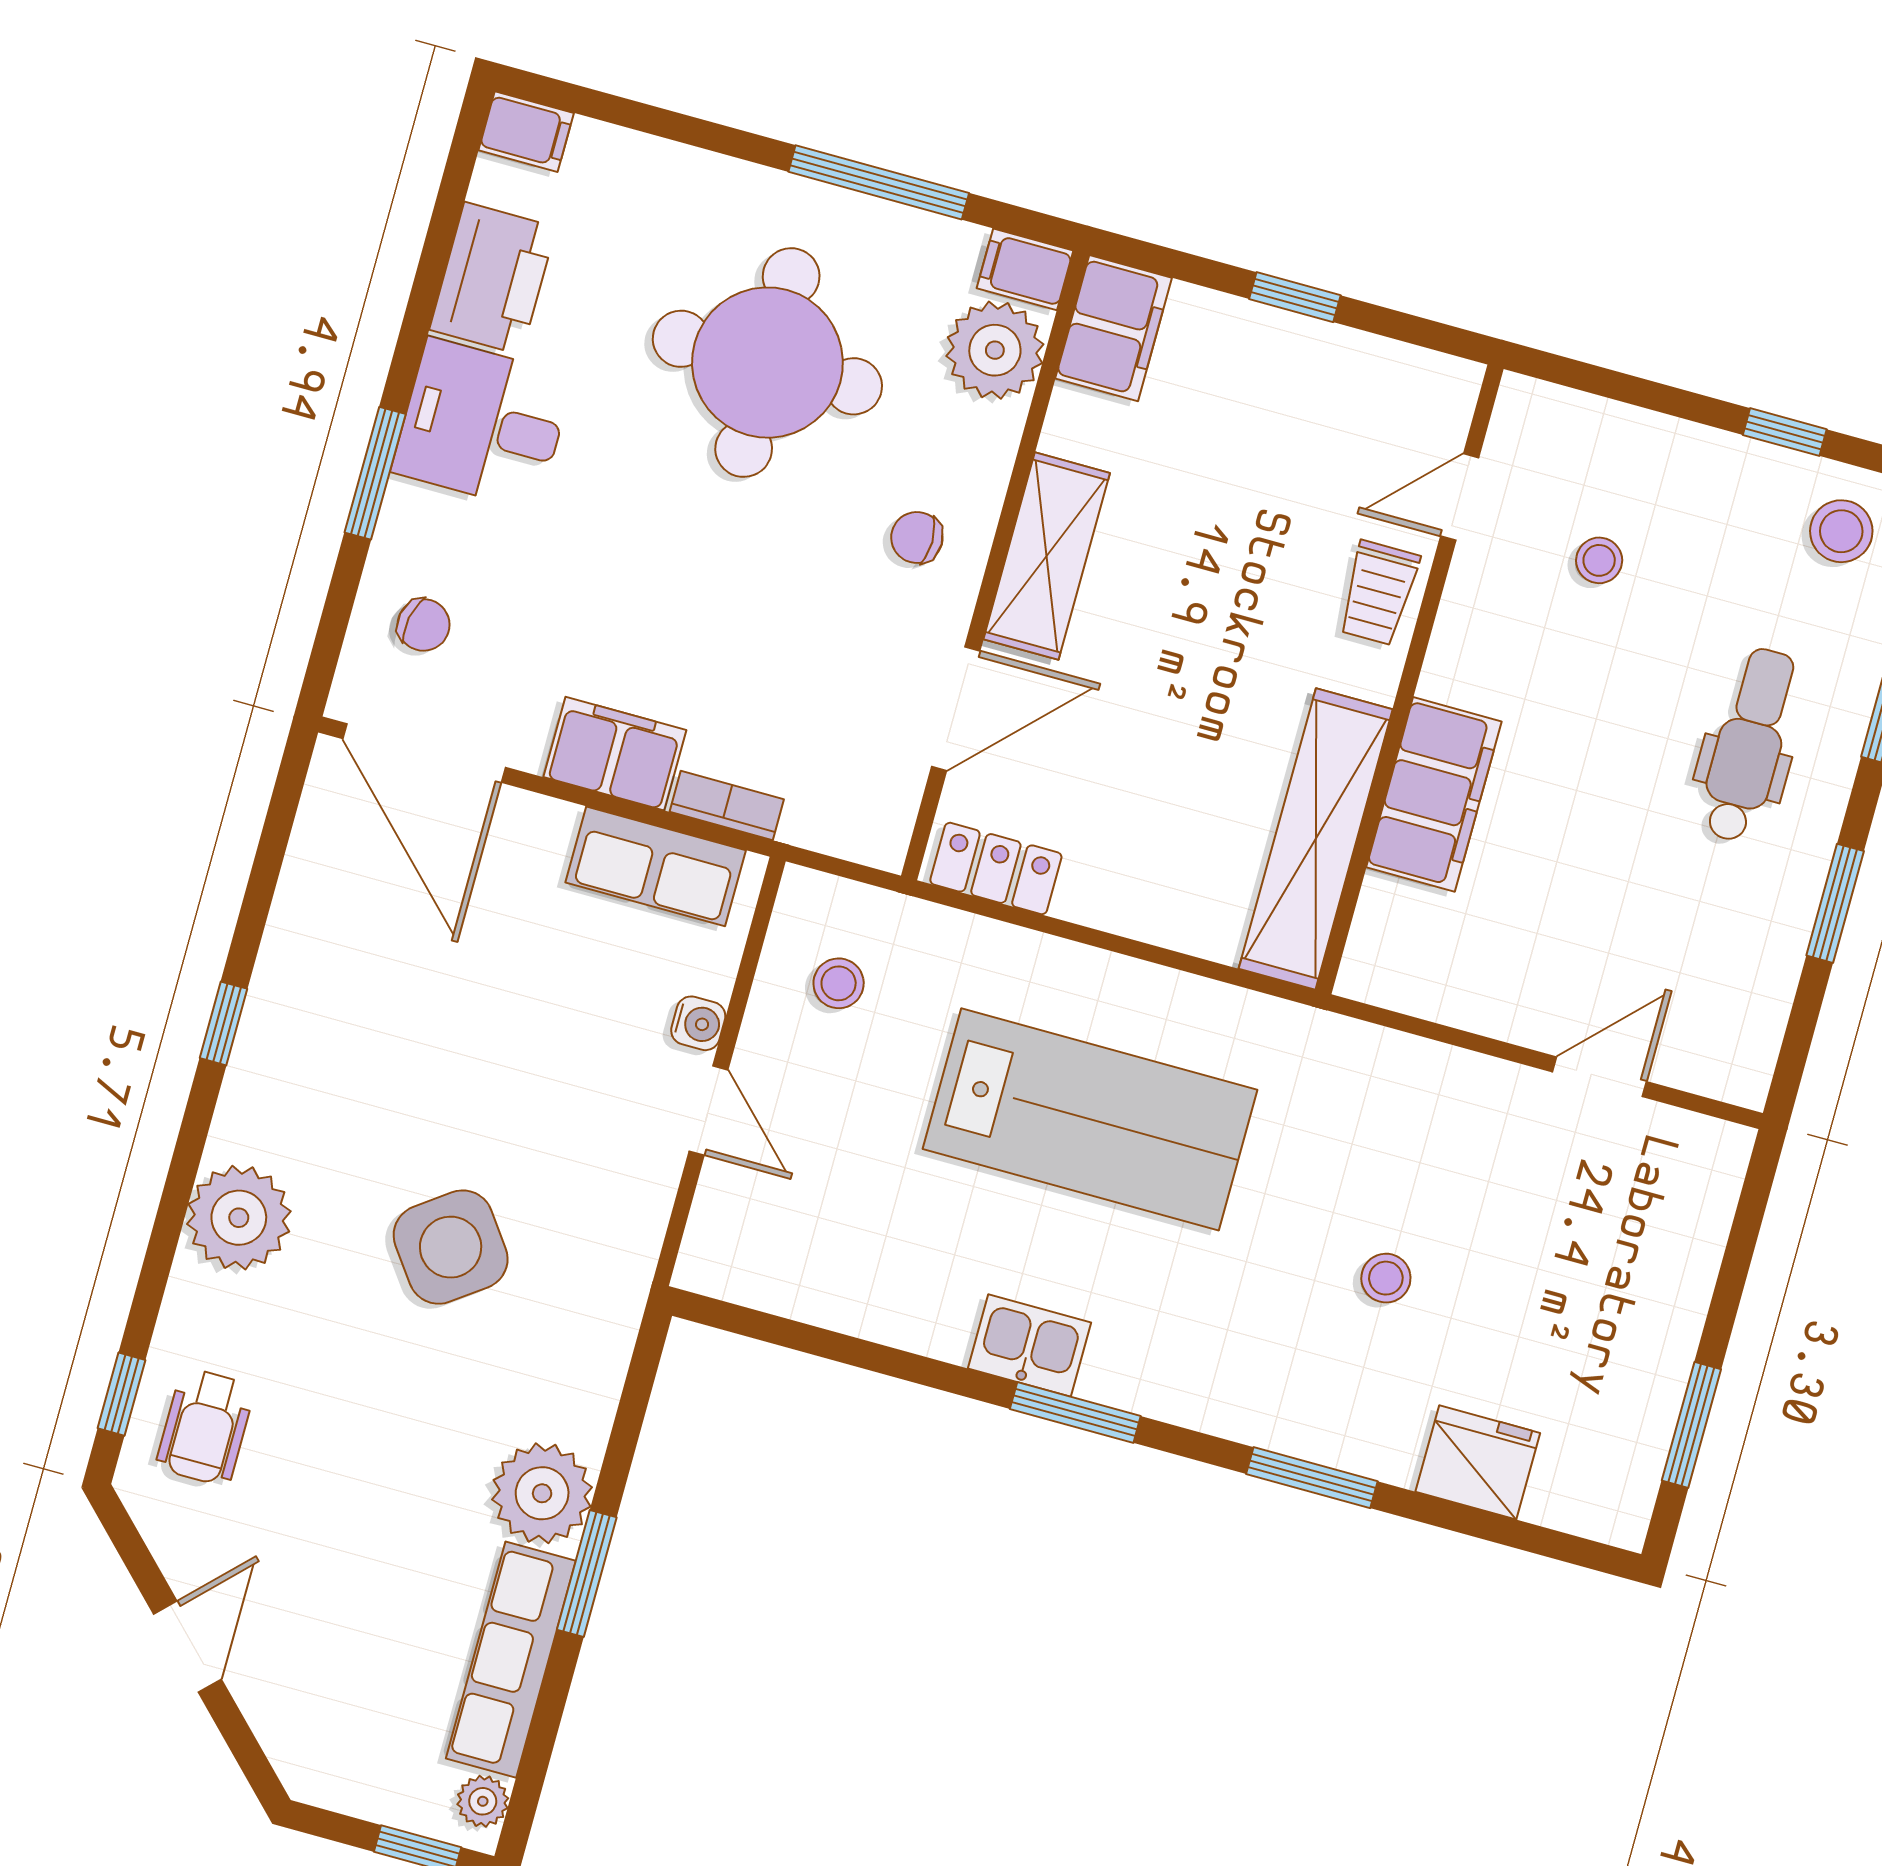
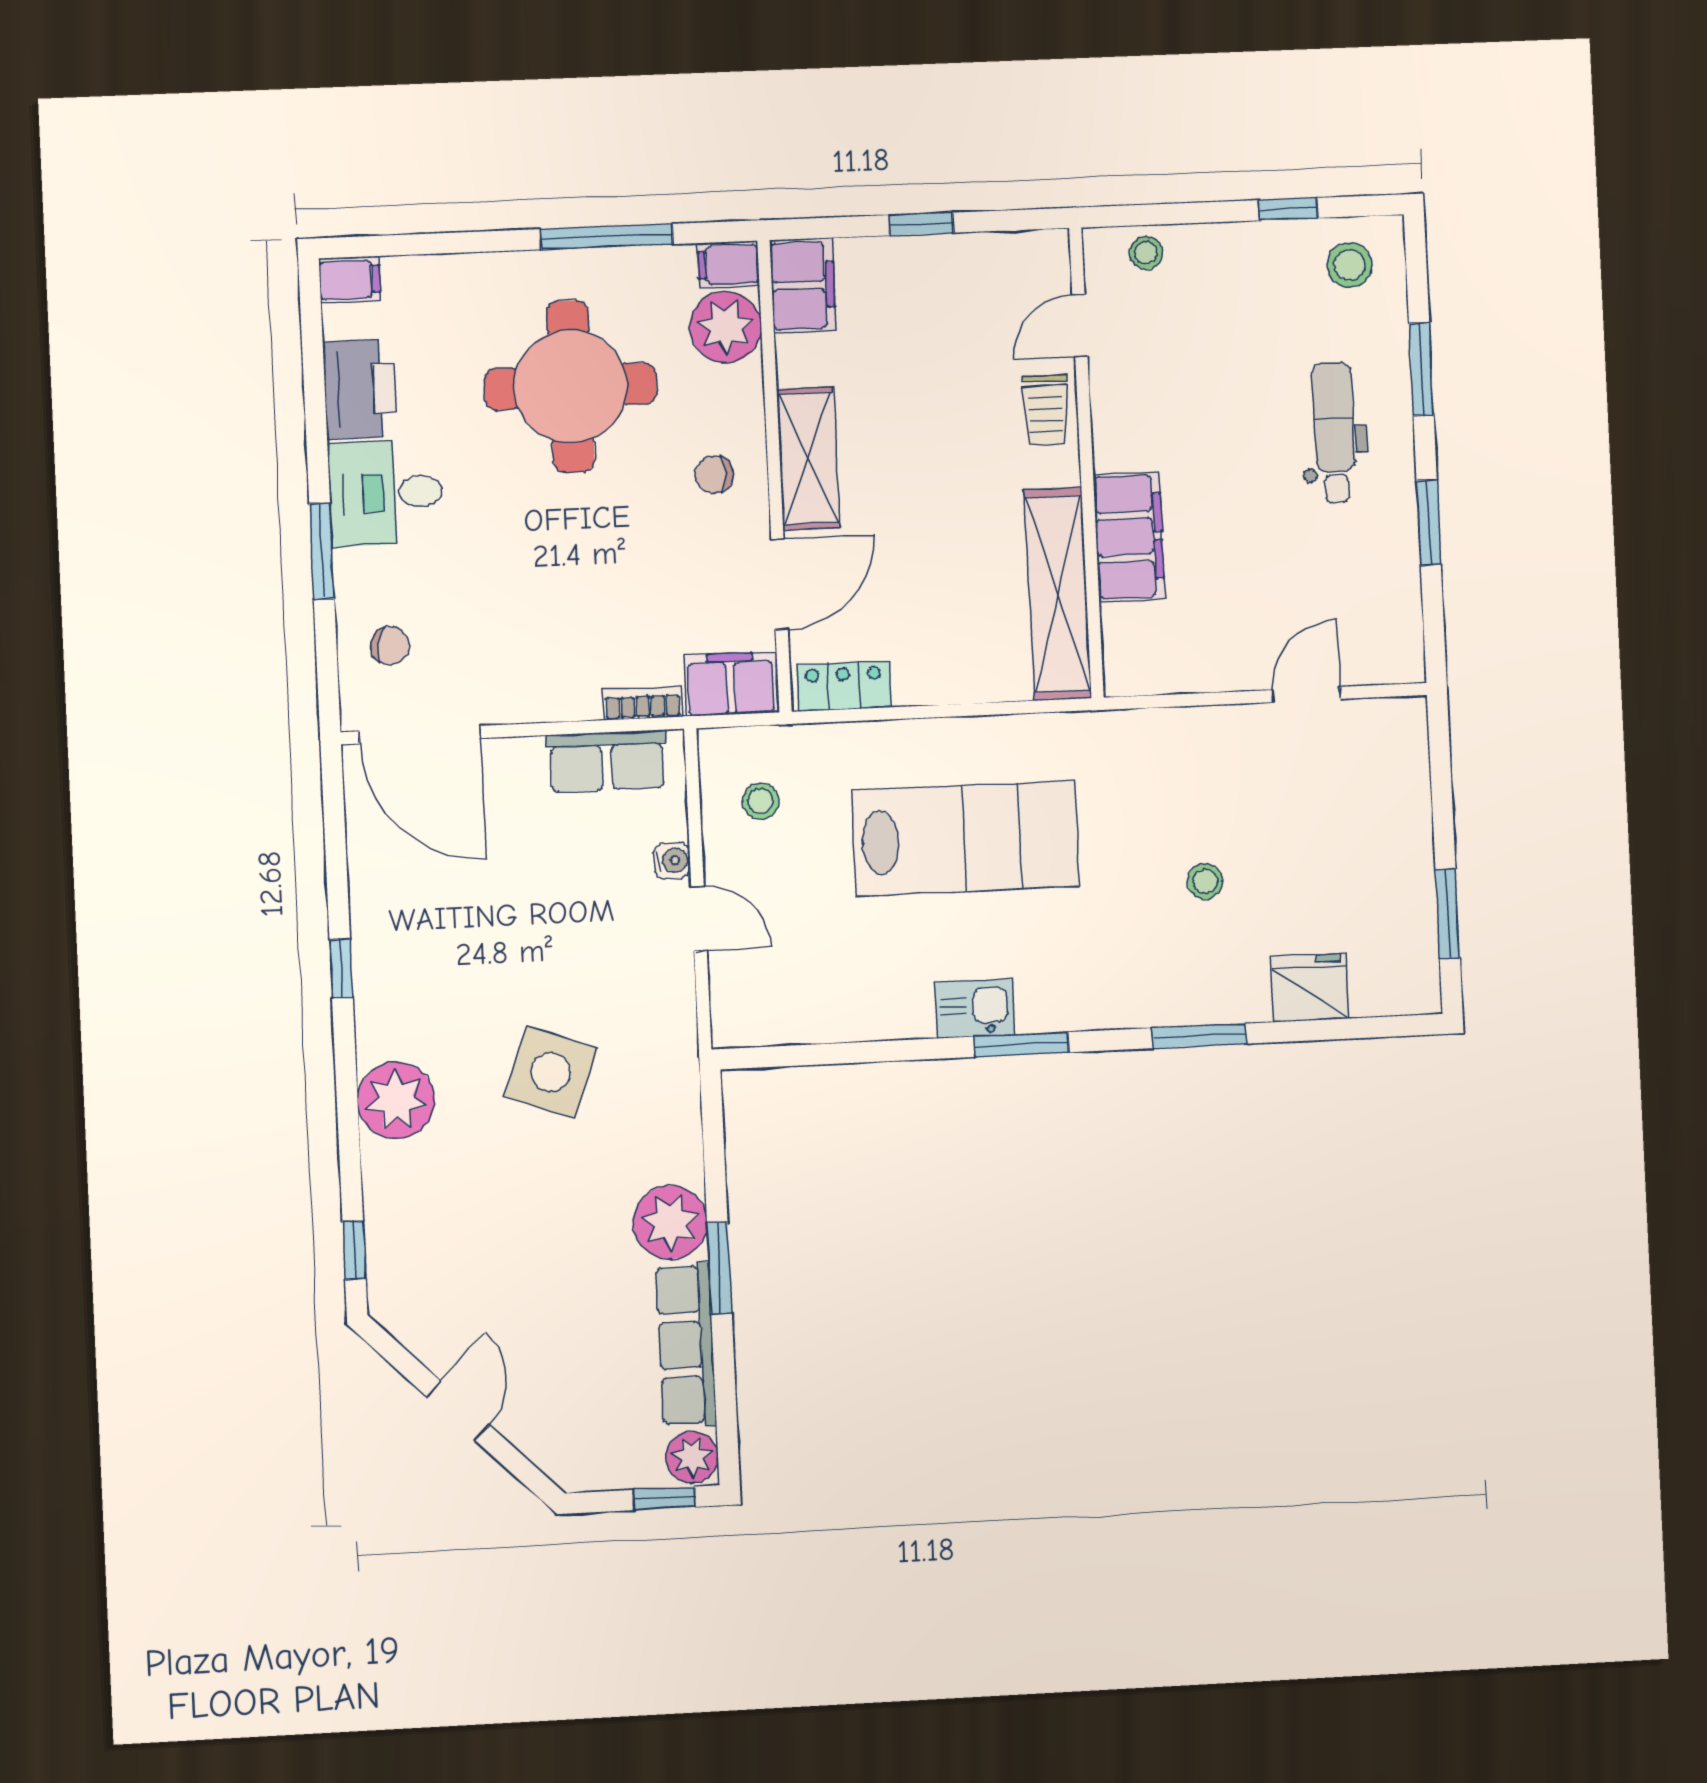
stool: (1599, 560) -> (1146, 253), moved
filing cabinet: (615, 754) -> (731, 684), moved
side table: (451, 1247) -> (551, 1072), turned -33
wheelchair: (205, 1427) -> (420, 1254), removed
plant: (483, 1801) -> (692, 1457), width x1.38, depth x1.38

